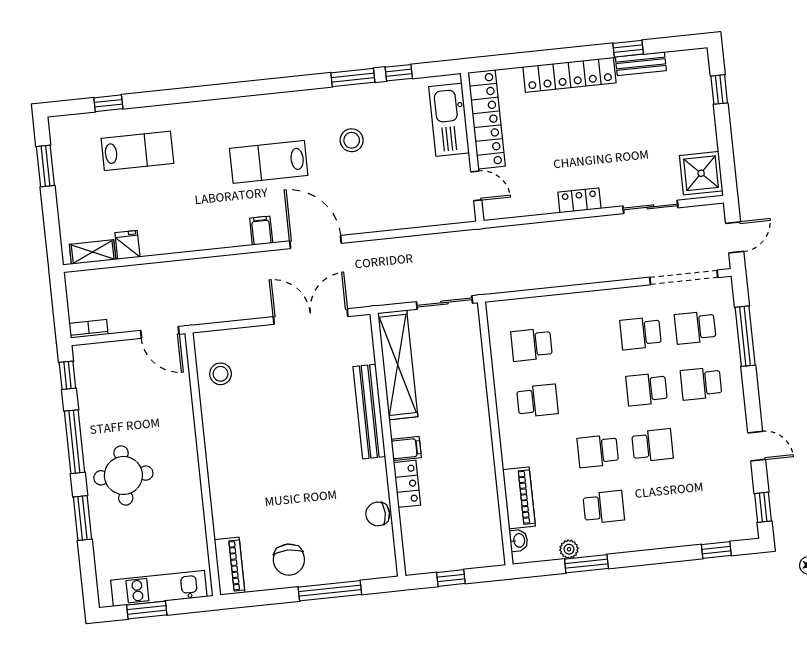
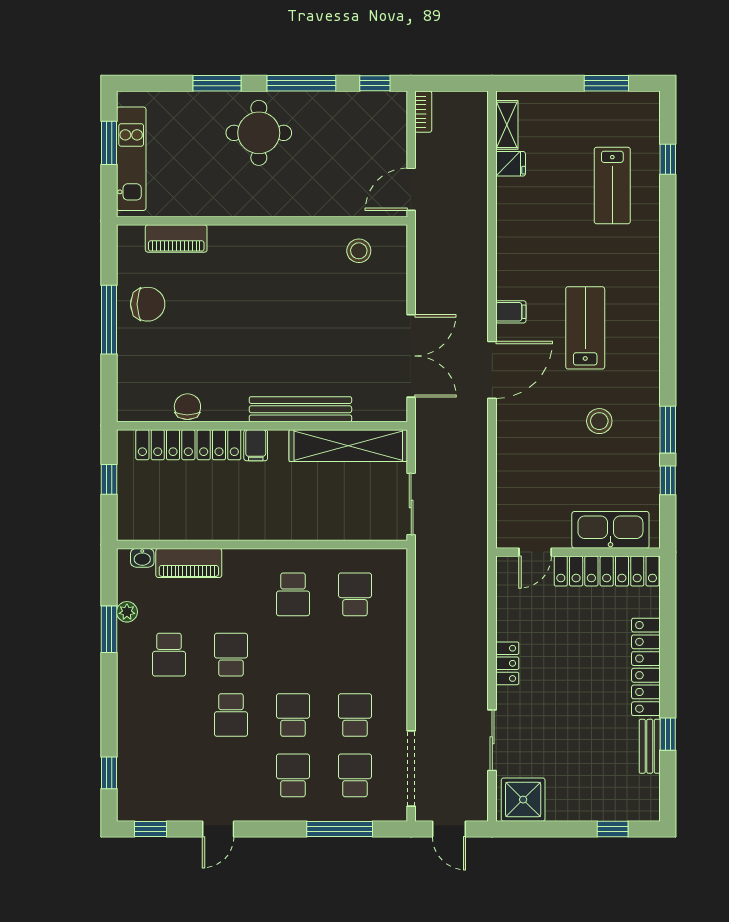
locker: (407, 484) -> (188, 445), width x2.16, depth x1.21
chair: (289, 560) -> (148, 304), turned 180
piano: (230, 566) -> (176, 239), moved
window: (330, 591) -> (109, 320), moved

